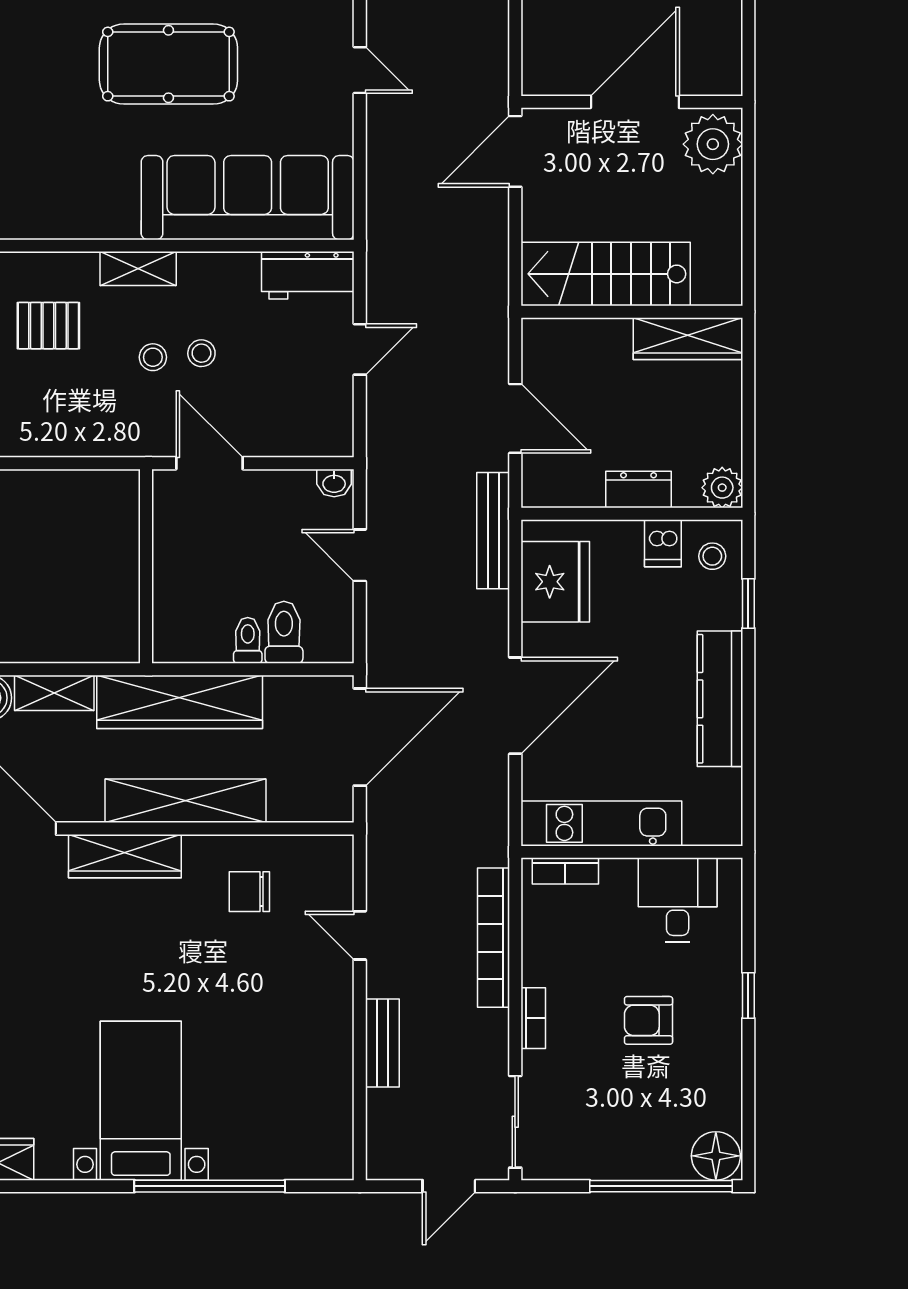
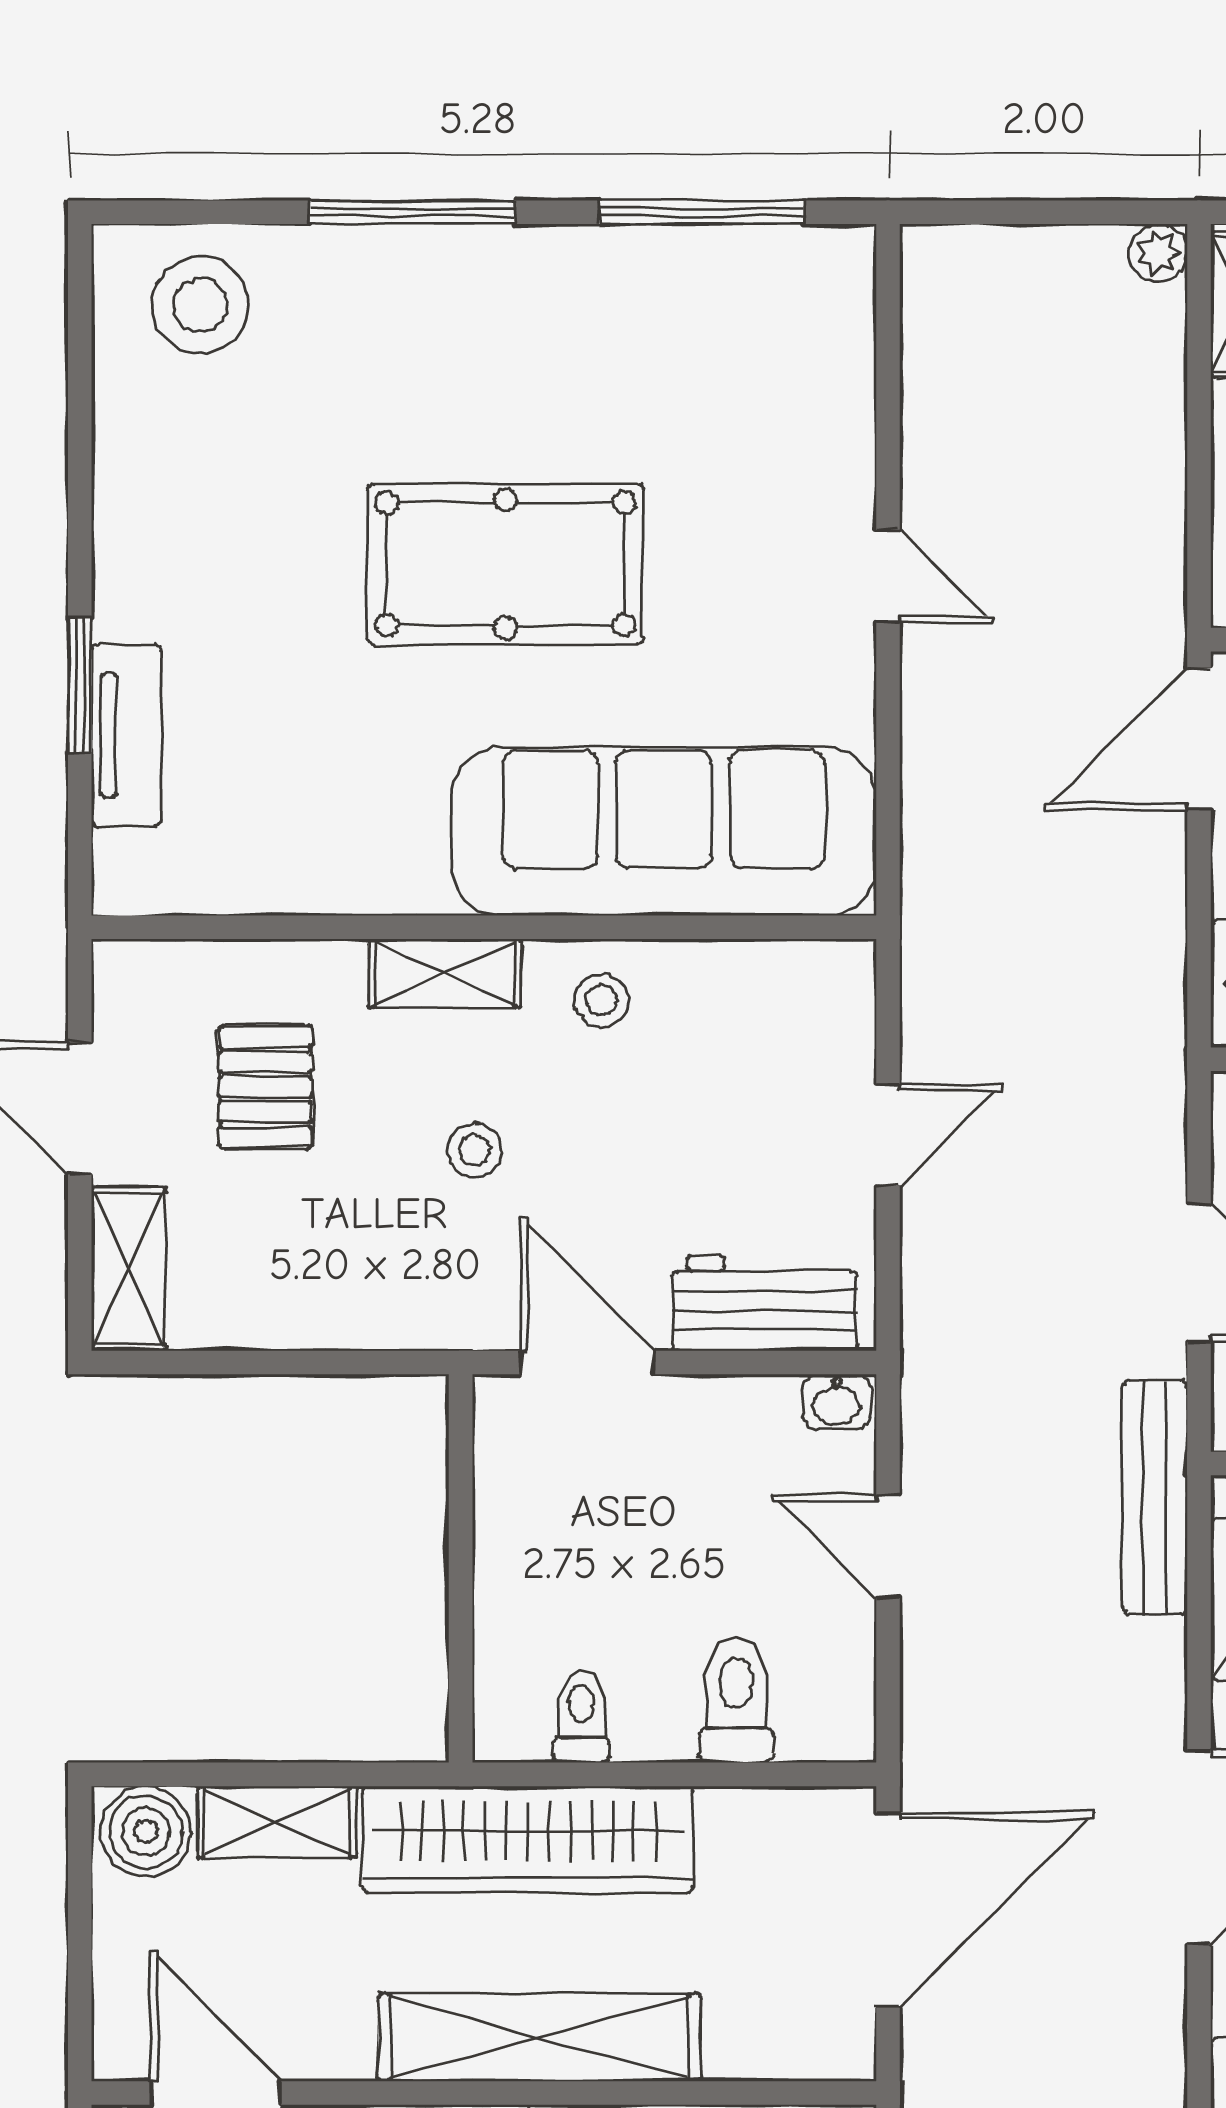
workbench: (308, 275) -> (765, 1303), moved, turned 180
pallet: (48, 326) -> (265, 1087), turned 90
stool: (201, 353) -> (601, 1001), moved
toilet: (248, 640) -> (581, 1717), moved

